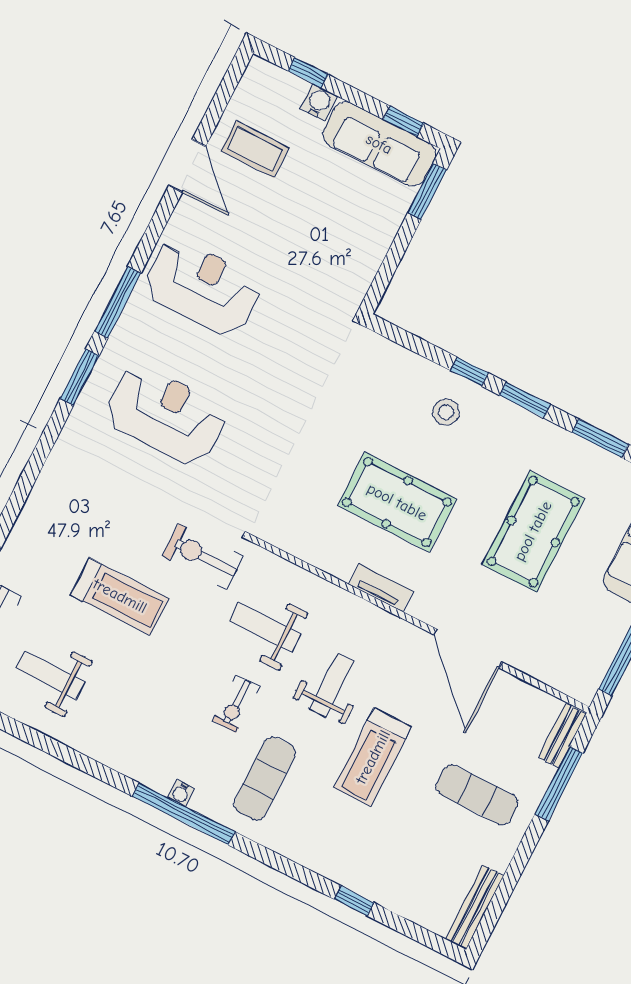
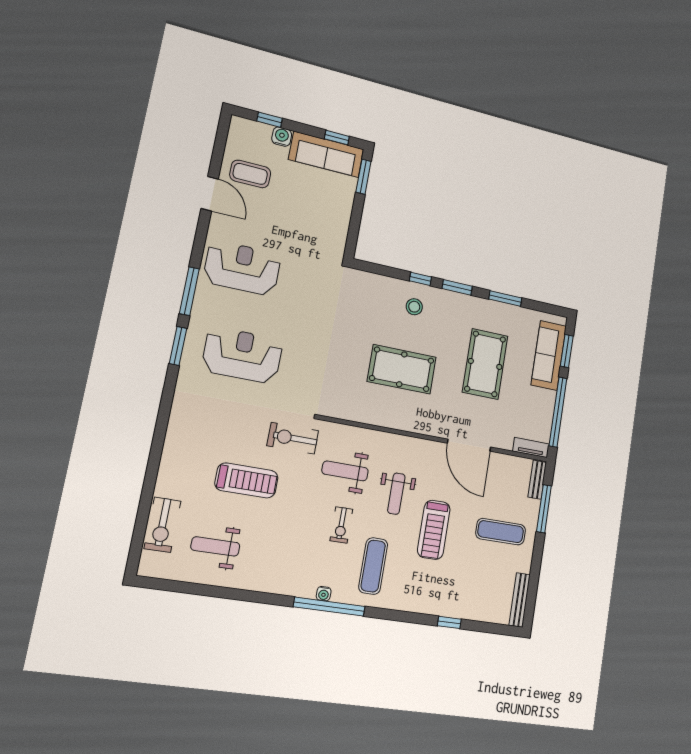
tv unit: (381, 588) -> (531, 448), moved
weight bench: (332, 685) -> (396, 494), turned 180

